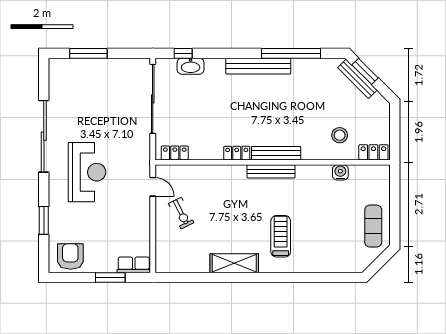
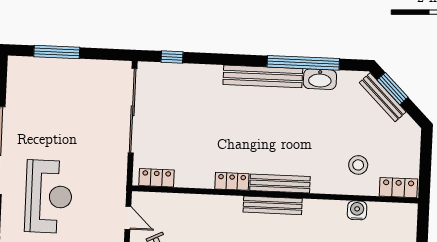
washbasin: (191, 66) -> (320, 79), moved

